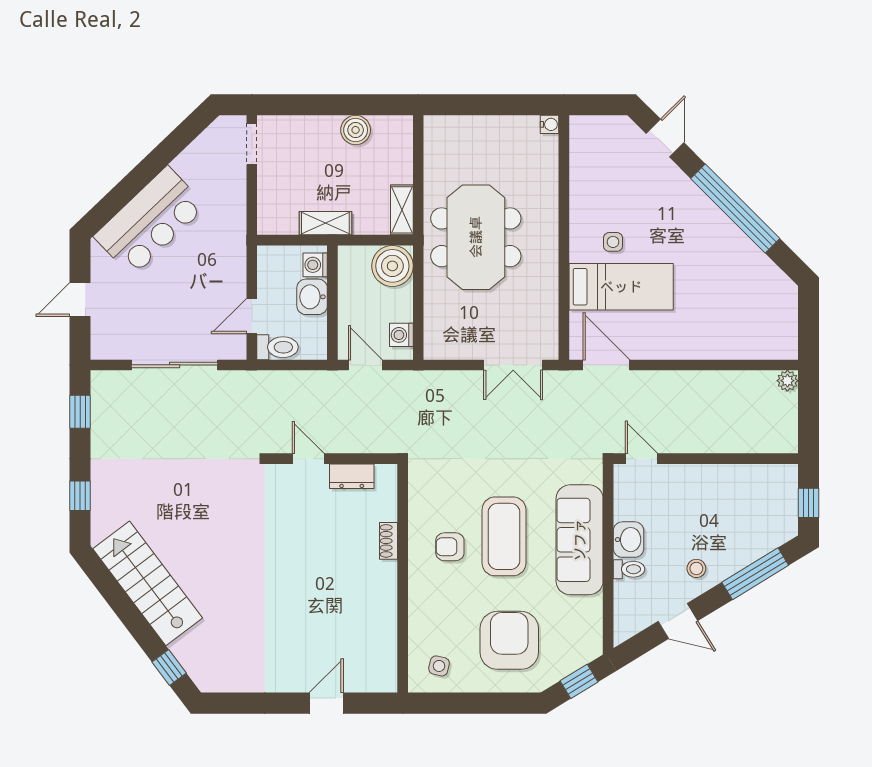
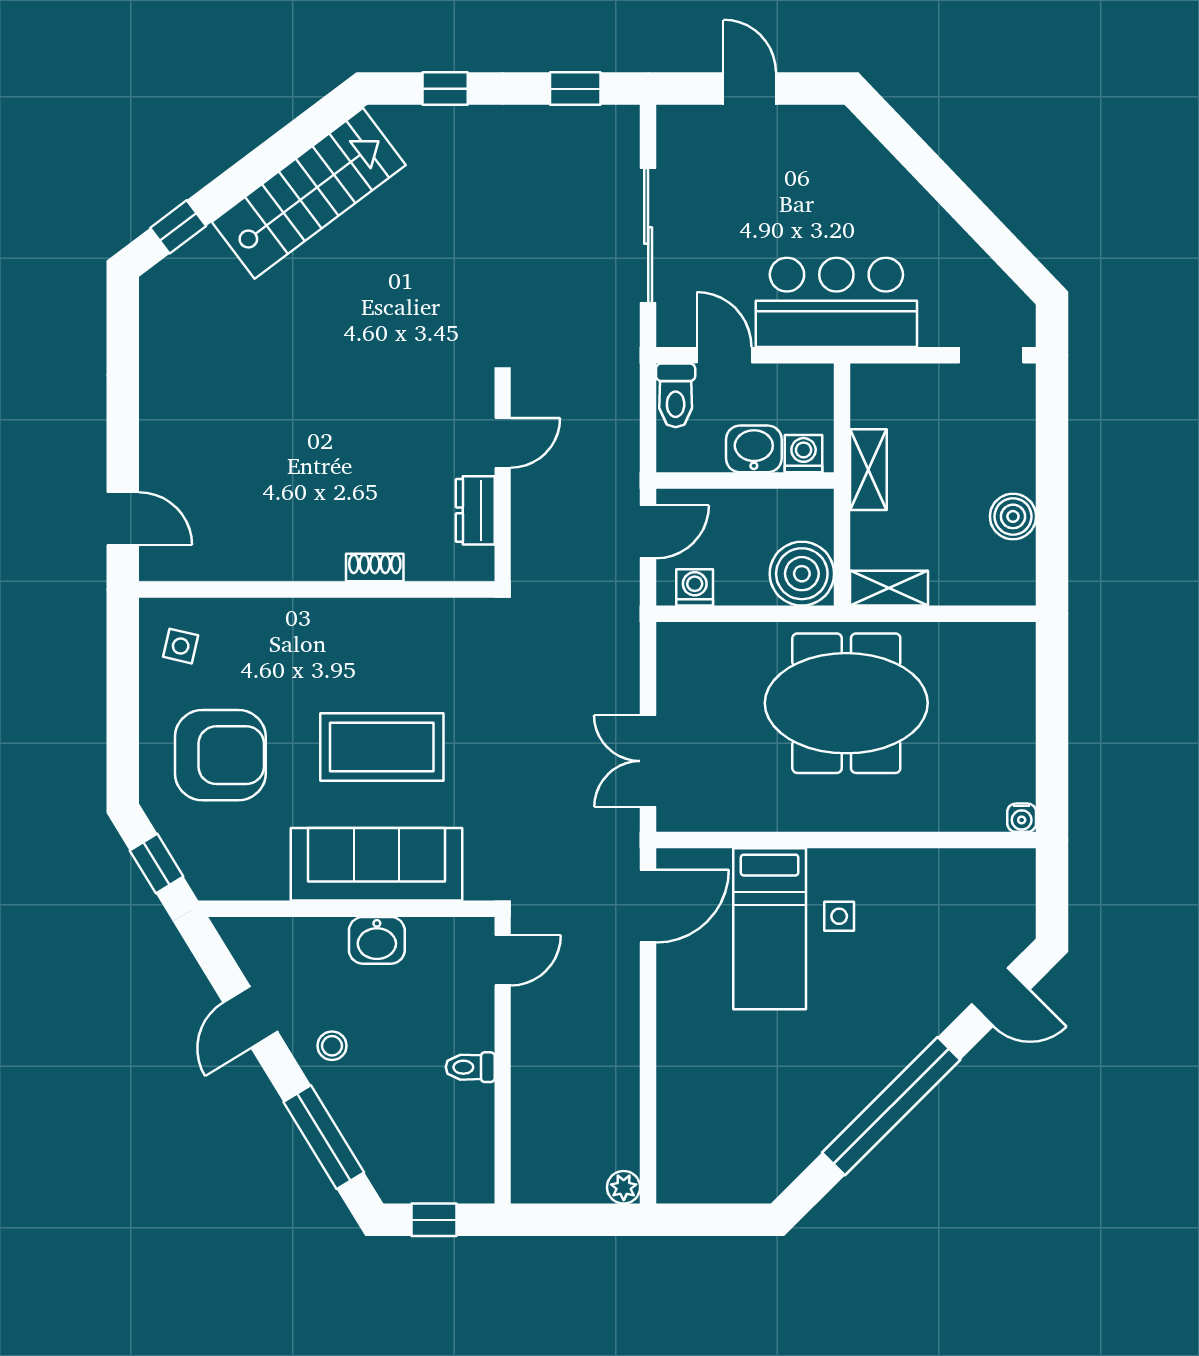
bar counter: (150, 221) -> (836, 302), moved, turned 134
armchair: (450, 547) -> (366, 663), removed
toilet: (629, 569) -> (470, 1067), moved, turned 90
door: (326, 703) -> (123, 519), moved

